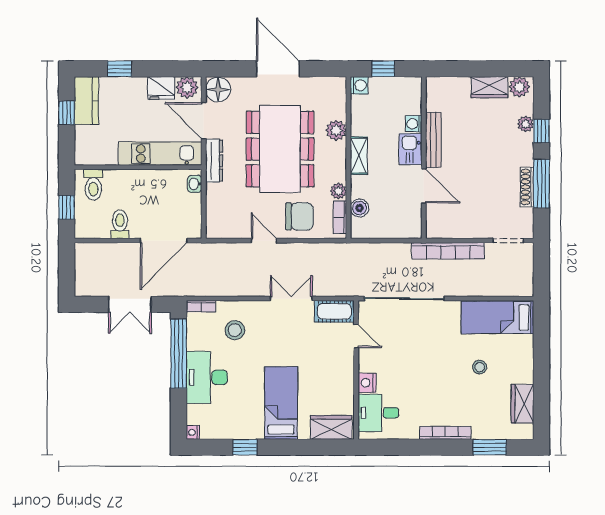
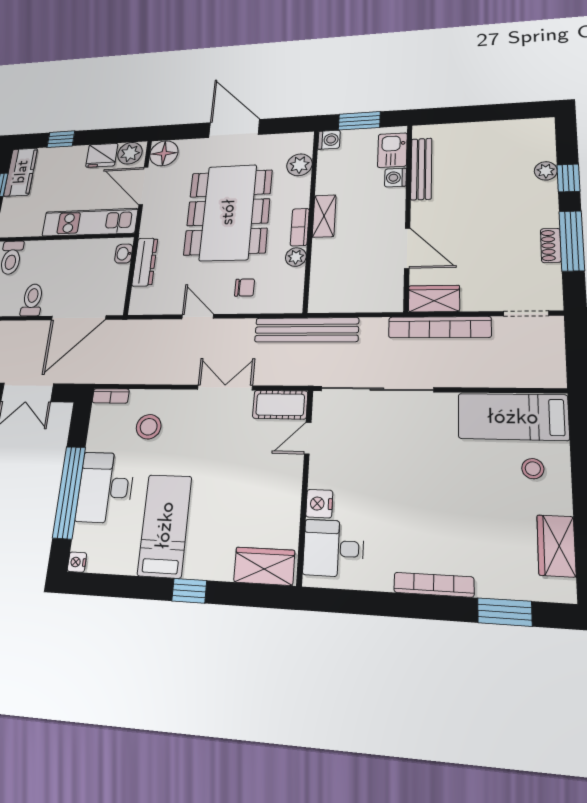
window: (383, 69) -> (359, 121), width x1.50
wardrobe: (489, 87) -> (434, 299), moved, turned 180
plant: (519, 87) -> (536, 130), removed
plant: (336, 130) -> (299, 165), moved
bench: (433, 140) -> (421, 169), moved
kitchen sink: (411, 149) -> (392, 150), moved
dresser: (214, 161) -> (145, 262), moved
shoe rack: (527, 187) -> (551, 245), width x0.70
boiler: (359, 208) -> (321, 276), removed
chair: (299, 216) -> (245, 287), width x0.54, depth x0.54
bookcase: (340, 217) -> (300, 227), moved
bench: (350, 252) -> (306, 330), added
door: (356, 336) -> (308, 438), swing flipped
window: (179, 354) -> (69, 492), moved
stool: (480, 367) -> (533, 469), moved
bed: (281, 403) -> (165, 525), moved
window: (245, 447) -> (189, 591), moved

